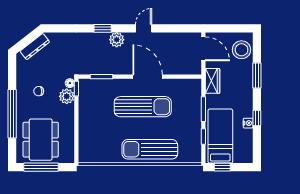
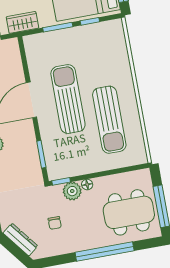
floor lamp: (70, 83) -> (87, 185), moved
chair: (39, 91) -> (55, 223), moved
sun lounger: (150, 149) -> (109, 120), moved

